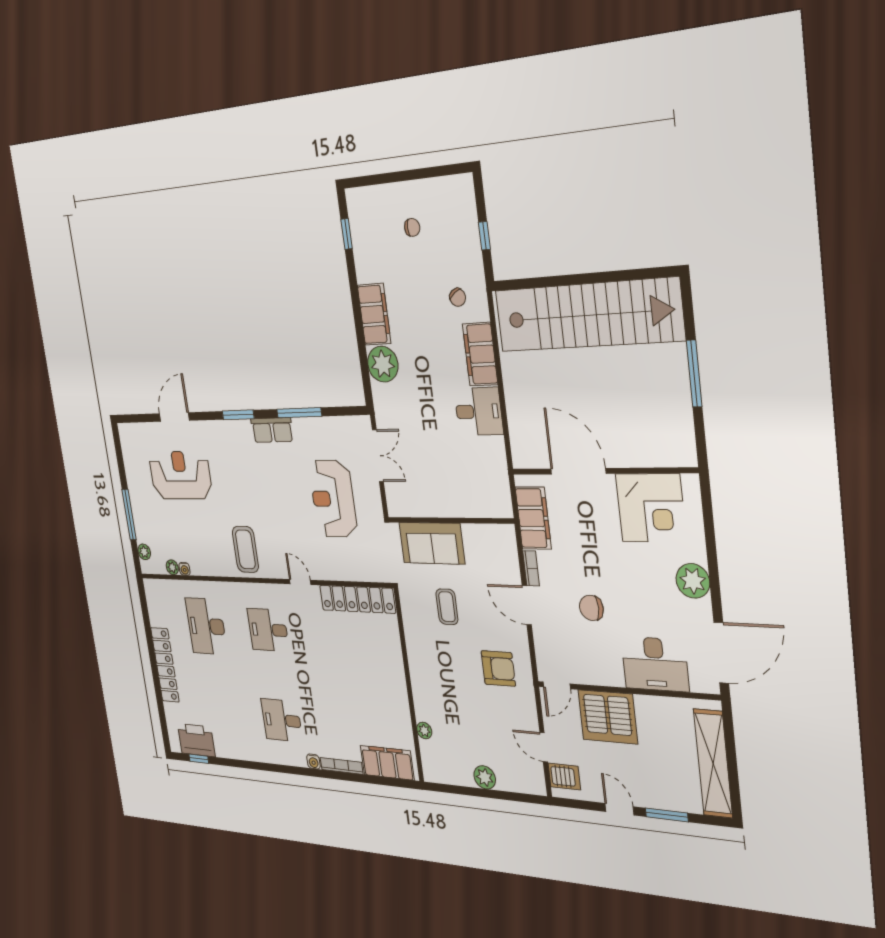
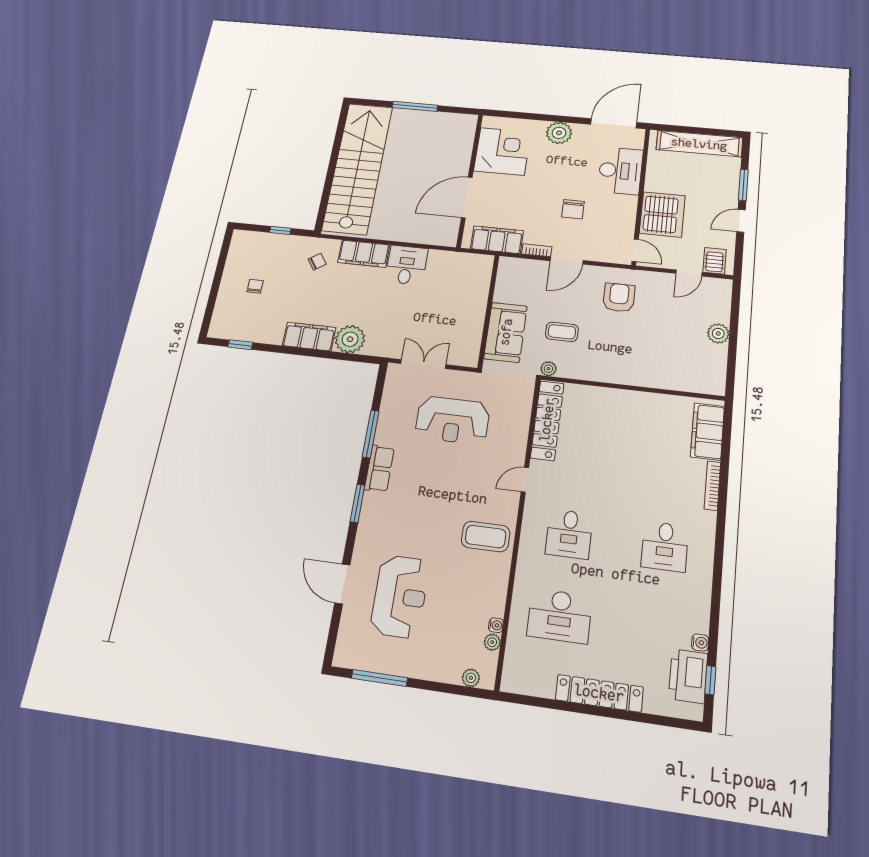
reception desk: (180, 475) -> (400, 596), turned 180
window: (129, 514) -> (379, 678), moved
door: (721, 653) -> (614, 123), hinge flipped
plant: (424, 730) -> (548, 369), moved
water cooler: (313, 761) -> (700, 643), moved

